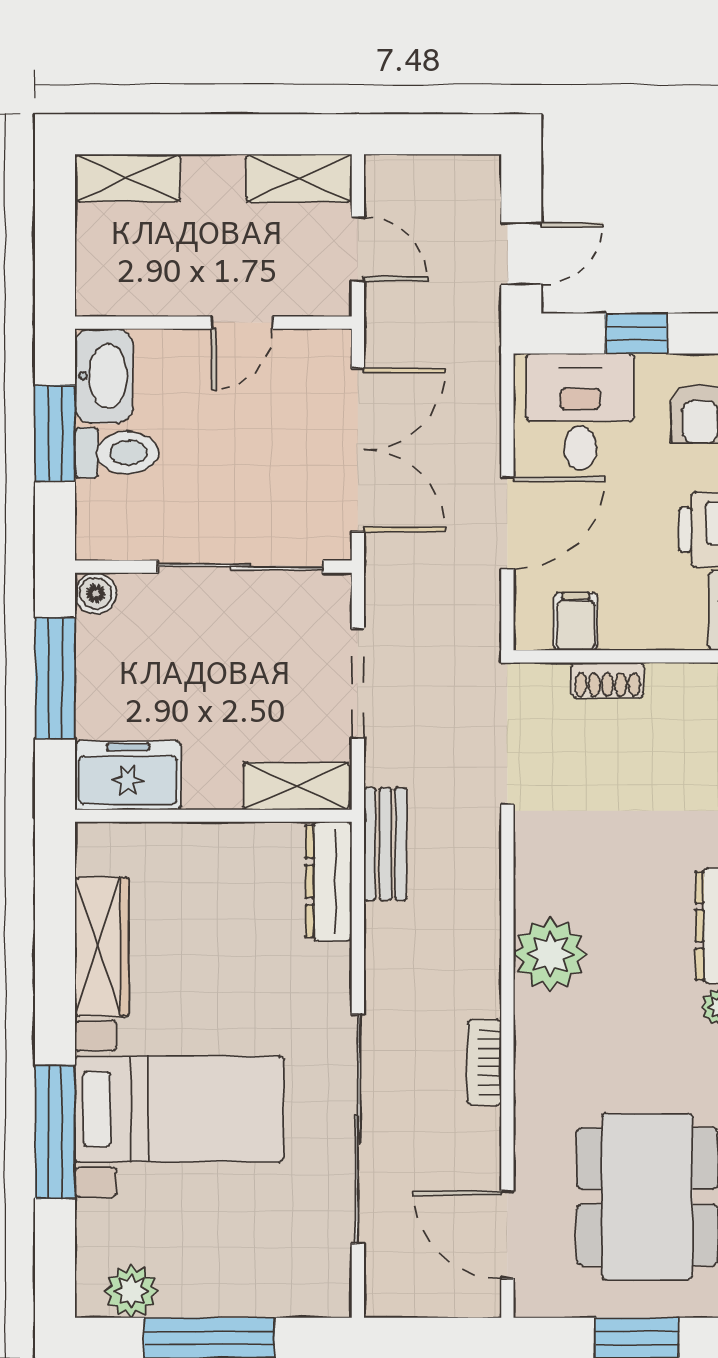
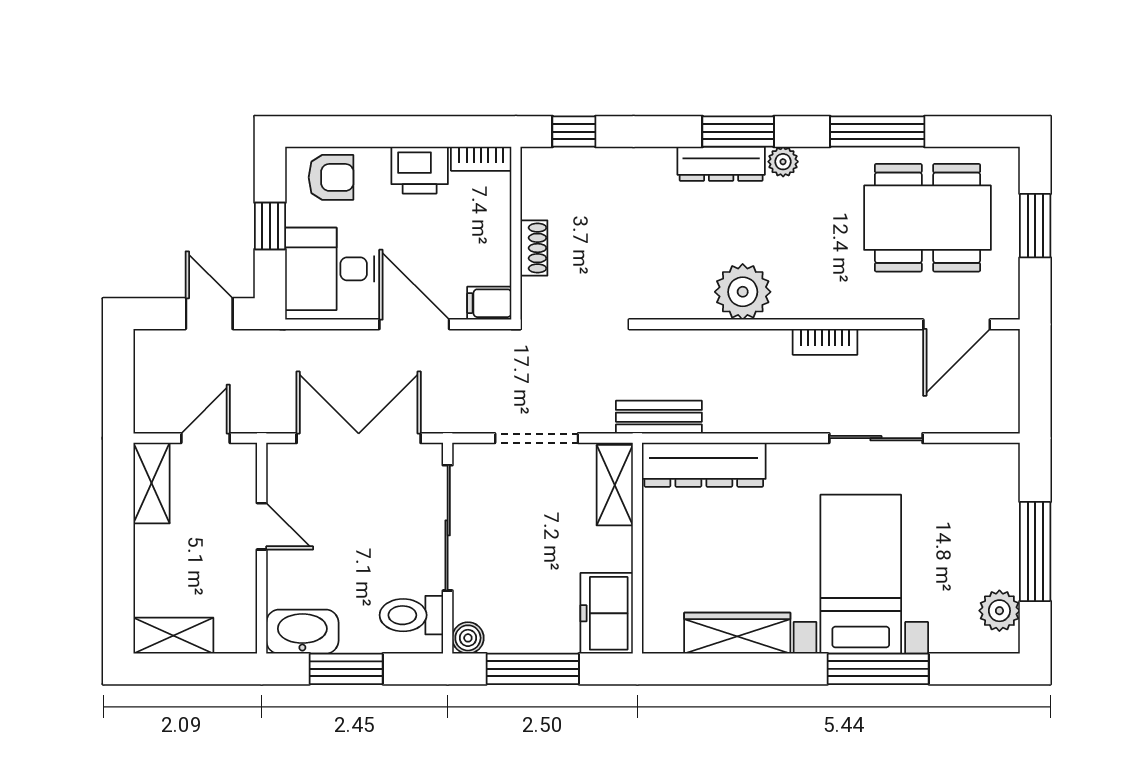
shelving: (127, 178) -> (173, 636), moved, turned 90
toilet: (117, 453) -> (411, 615), moved, turned -90
filing cabinet: (576, 621) -> (489, 303), moved
dresser: (329, 881) -> (704, 465), width x1.37, depth x1.24
sliding door: (358, 1129) -> (876, 438), width x0.54

